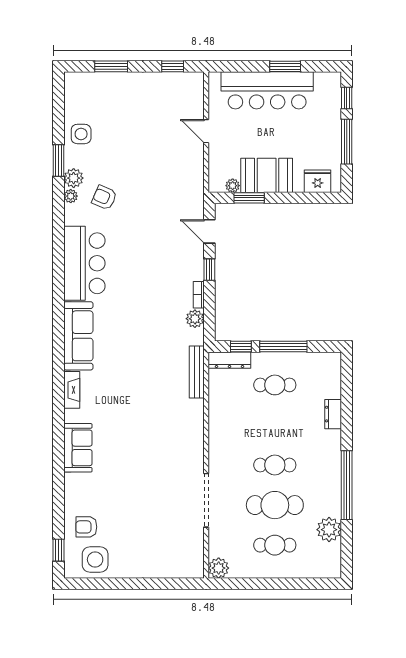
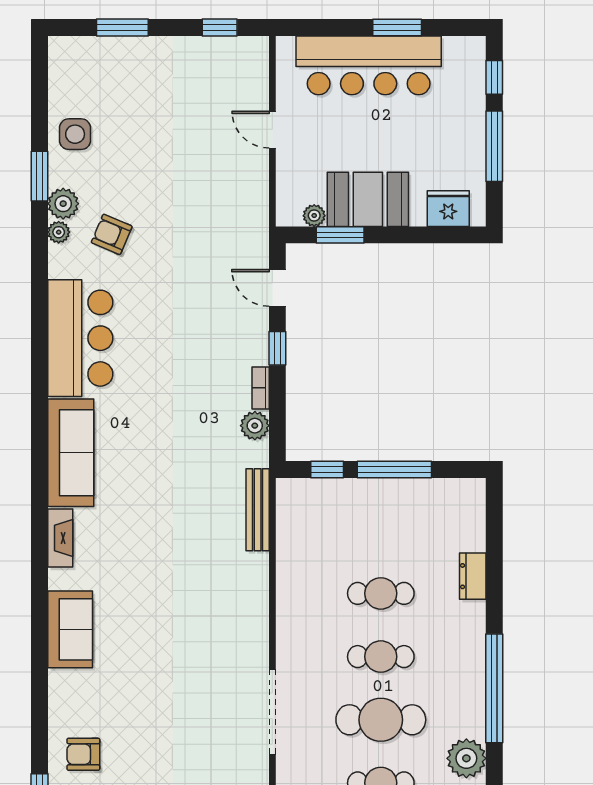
dresser: (229, 360) -> (309, 491), removed
cafe table: (275, 385) -> (381, 593), moved

